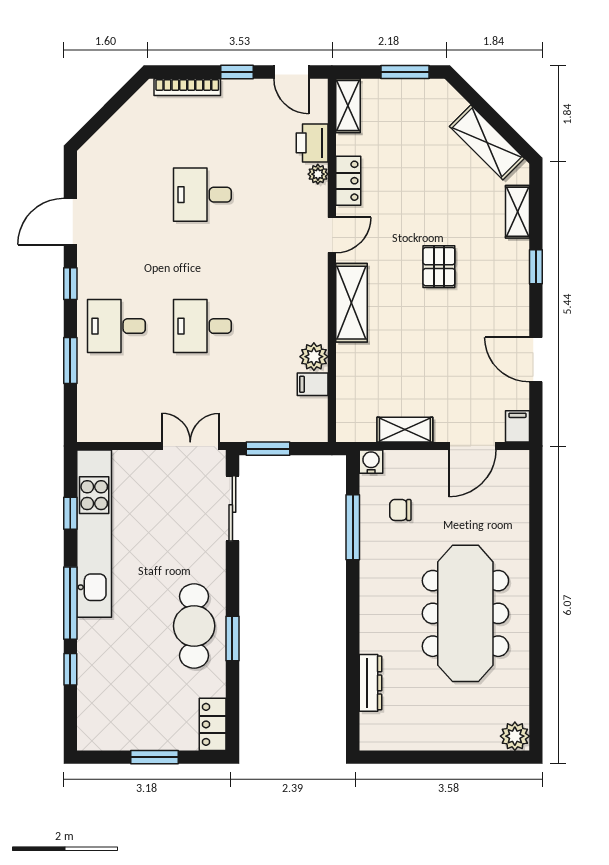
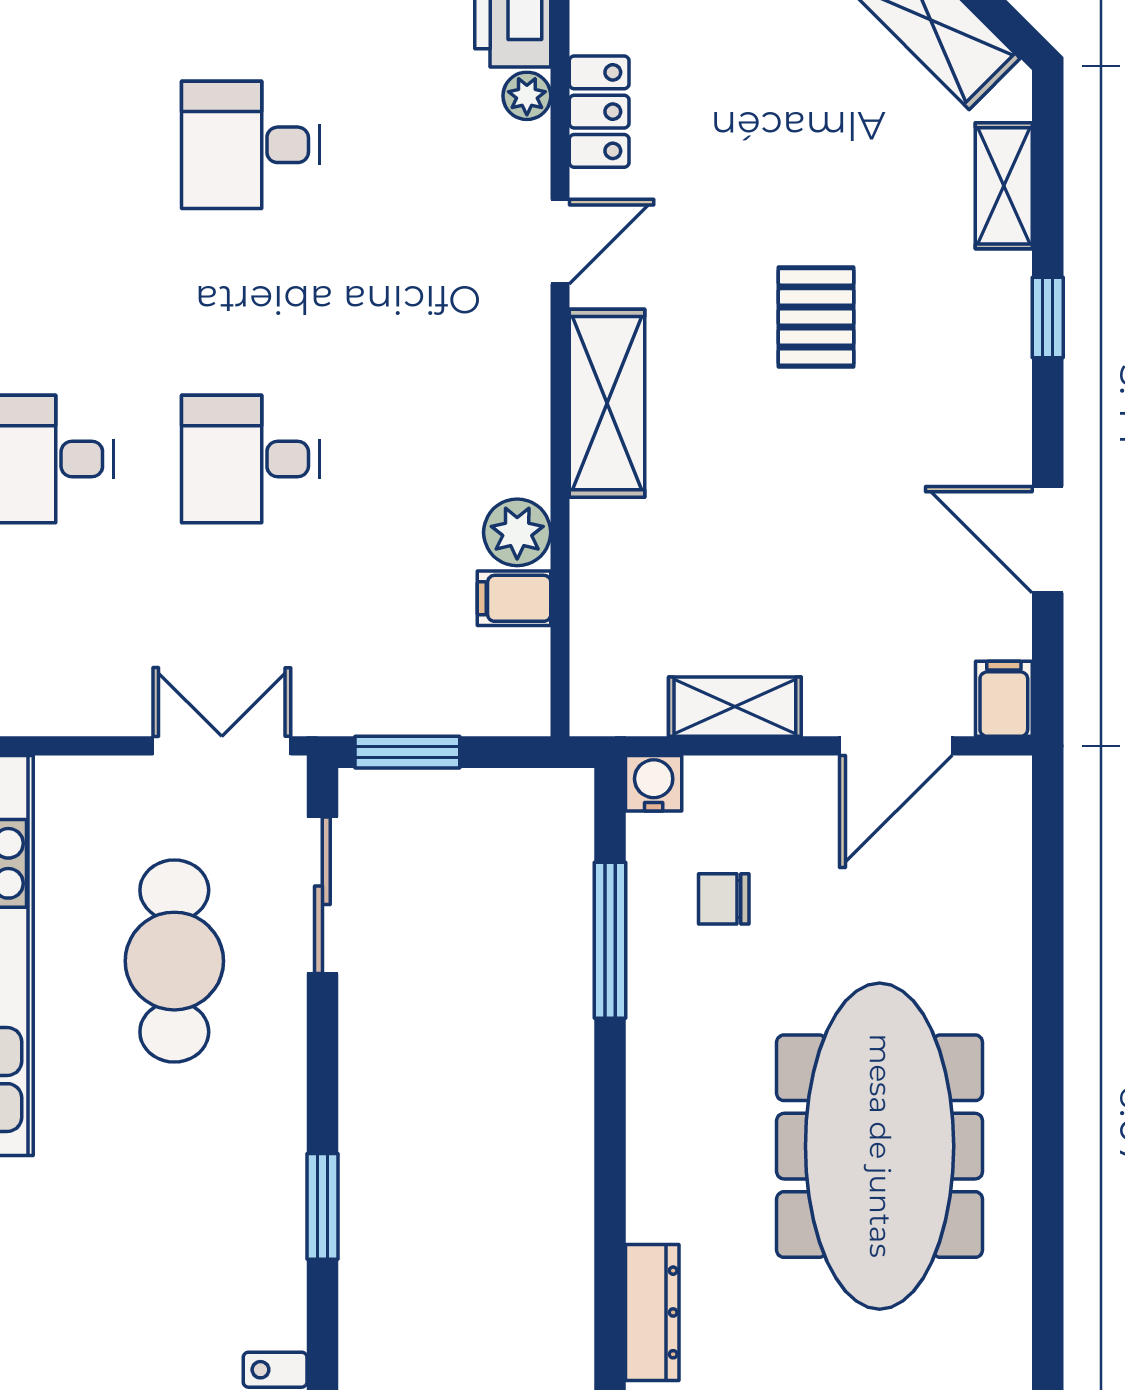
cafe table: (194, 626) -> (174, 961), moved

